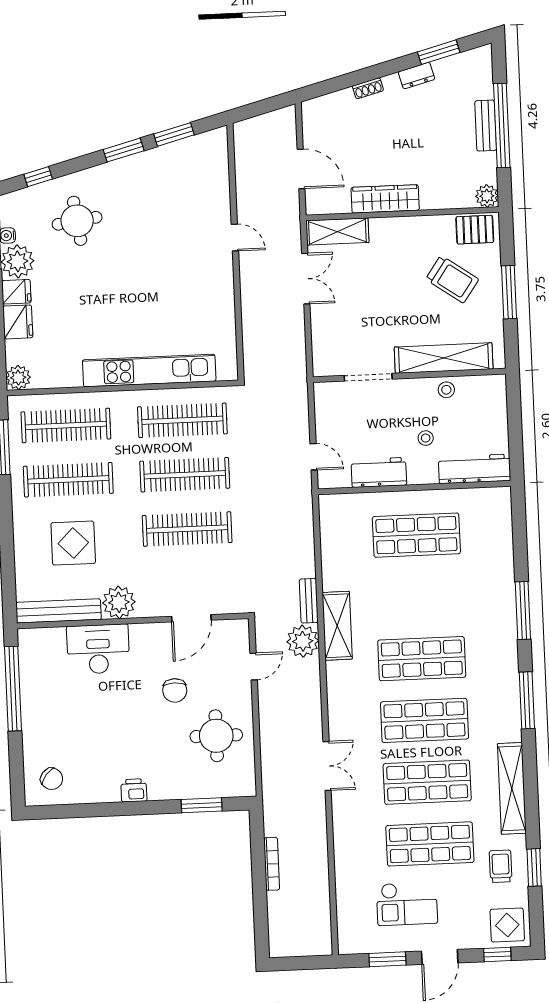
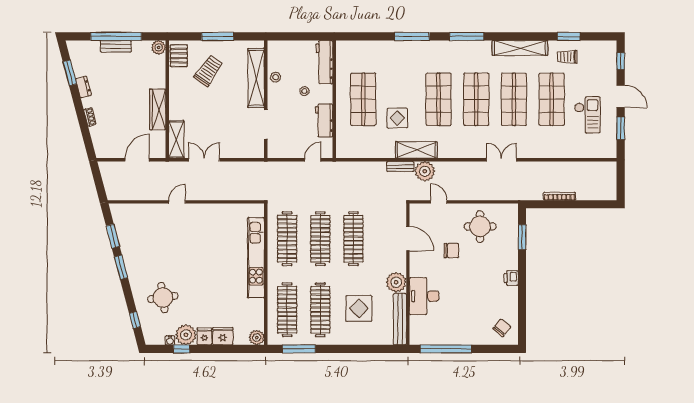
display table: (507, 925) -> (397, 118), moved

